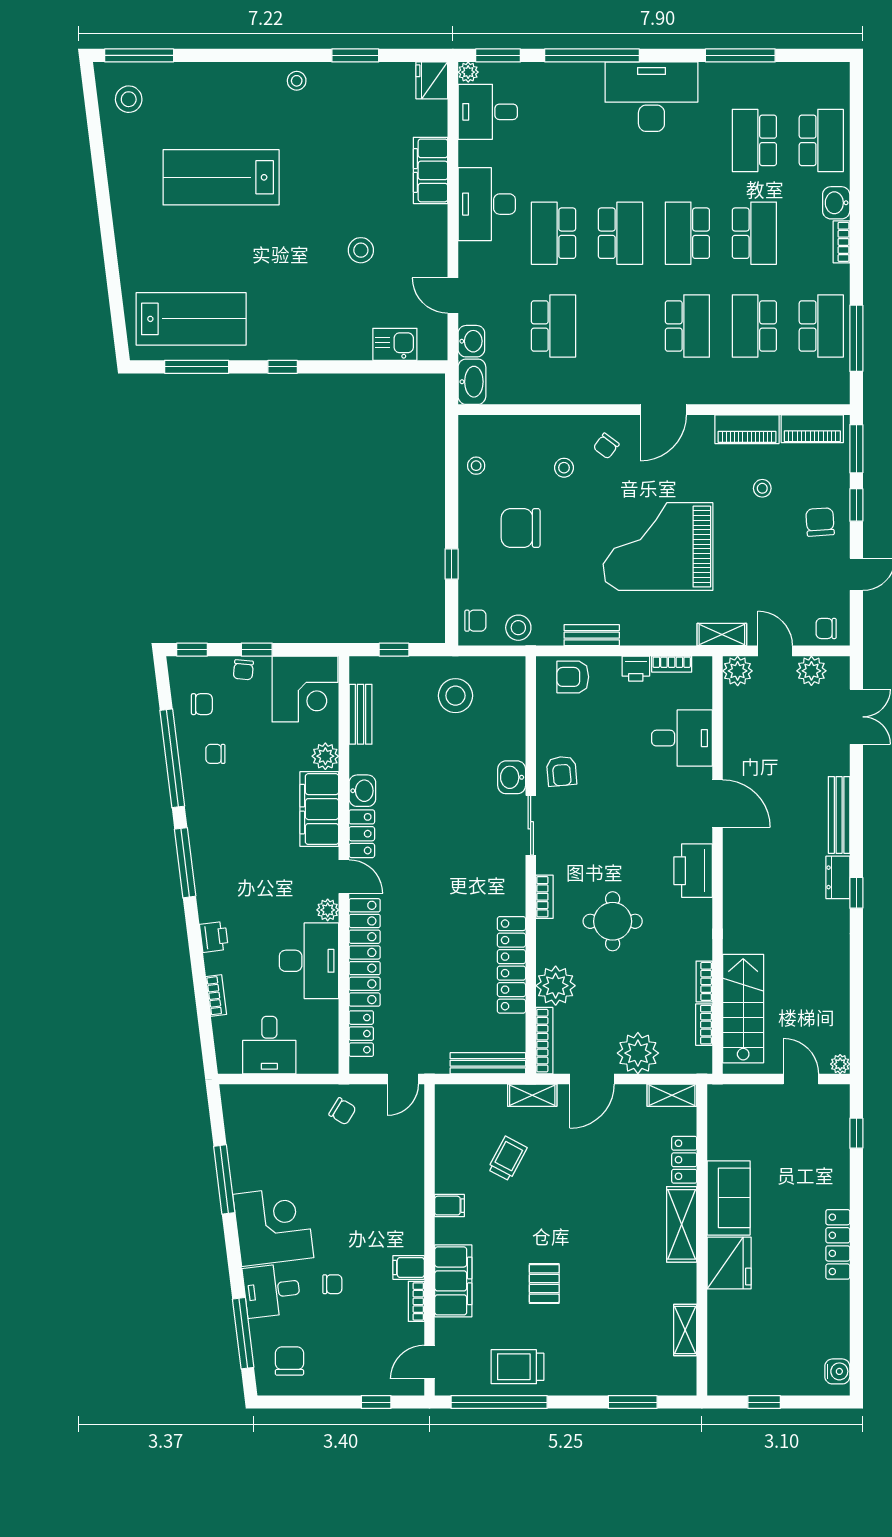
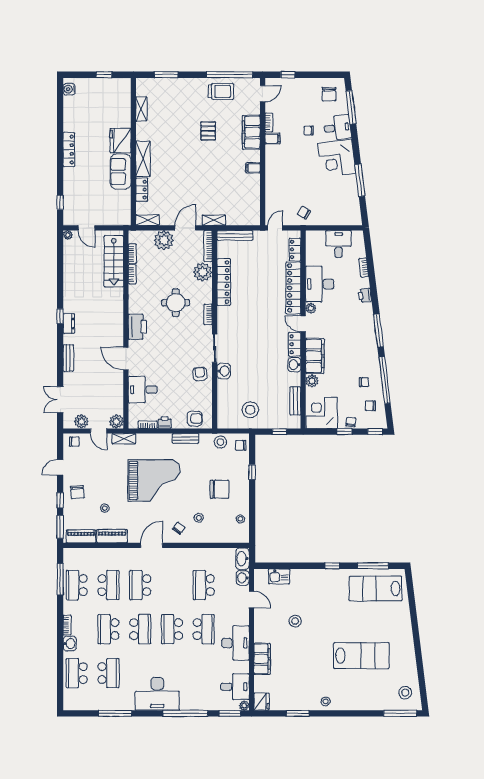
bench: (839, 815) -> (68, 358), width x0.73
trolley: (507, 1158) -> (226, 190), removed

